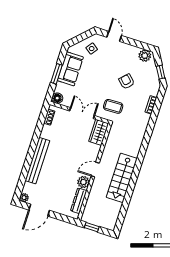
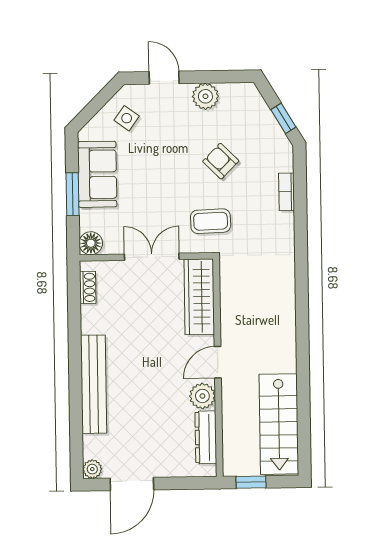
plant: (145, 56) -> (205, 96), moved
wardrobe: (99, 132) -> (199, 297), width x1.50
stairs: (122, 178) -> (279, 424), moved

